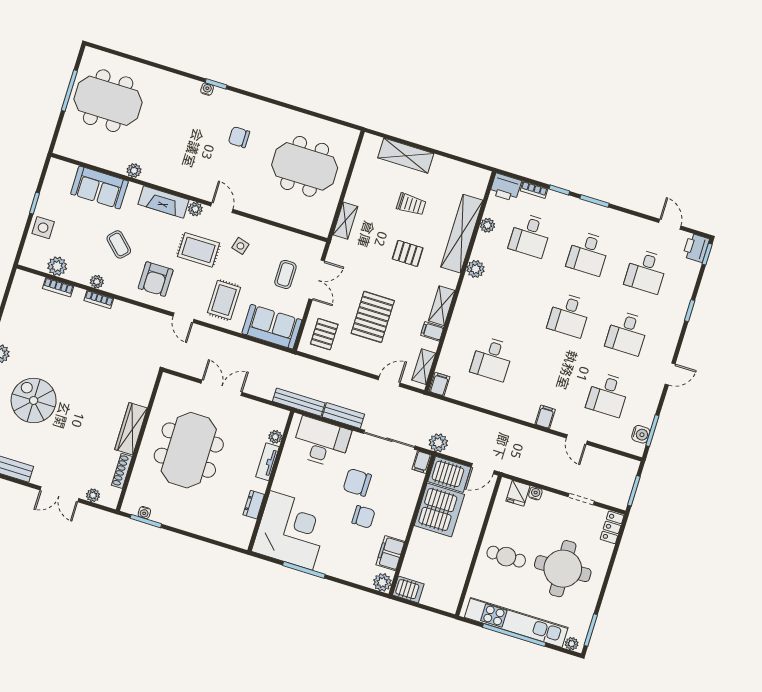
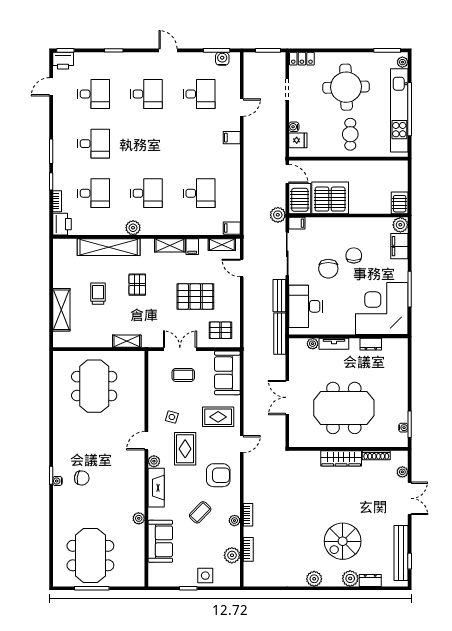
chair: (239, 137) -> (82, 478), moved, turned -82
plant: (487, 225) -> (96, 229), removed
desk: (569, 315) -> (146, 193), moved
filing cabinet: (390, 553) -> (399, 246), moved, turned 90

